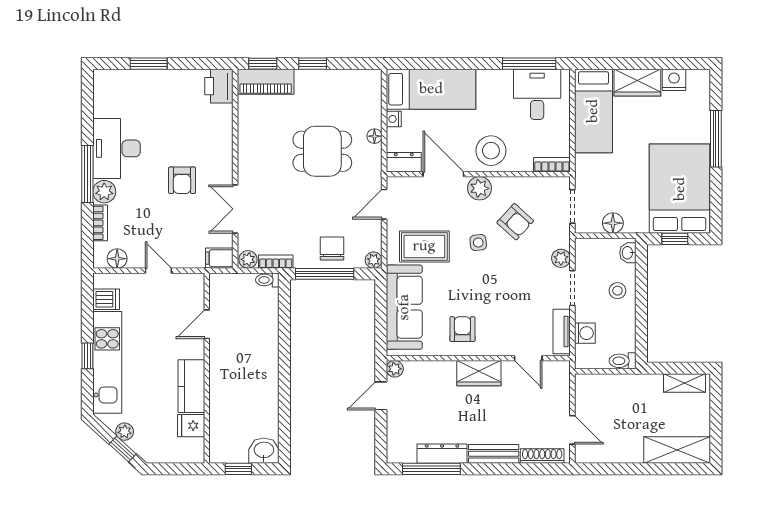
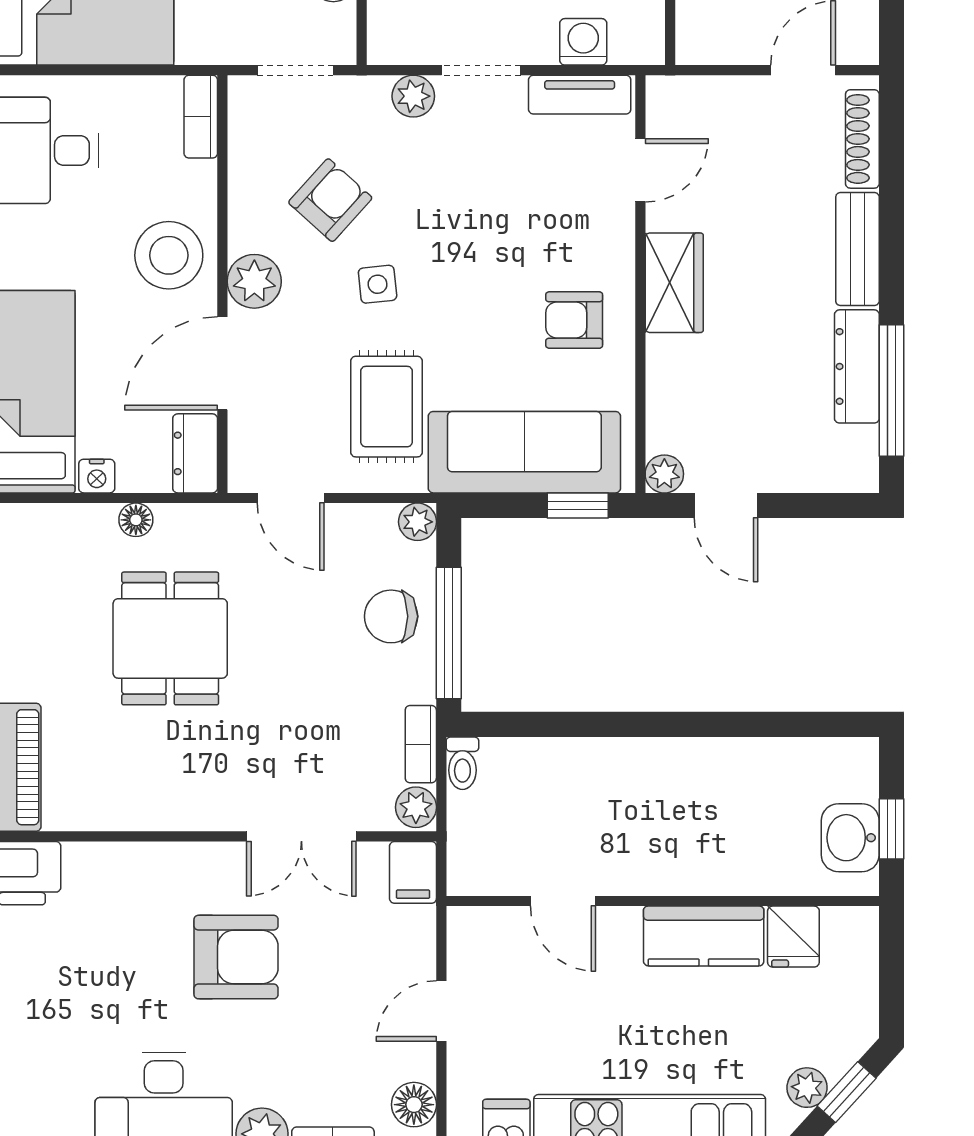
armchair: (182, 180) -> (236, 957), width x1.38, depth x1.38
window: (381, 331) -> (578, 505), added
washbasin: (264, 451) -> (850, 838), moved

